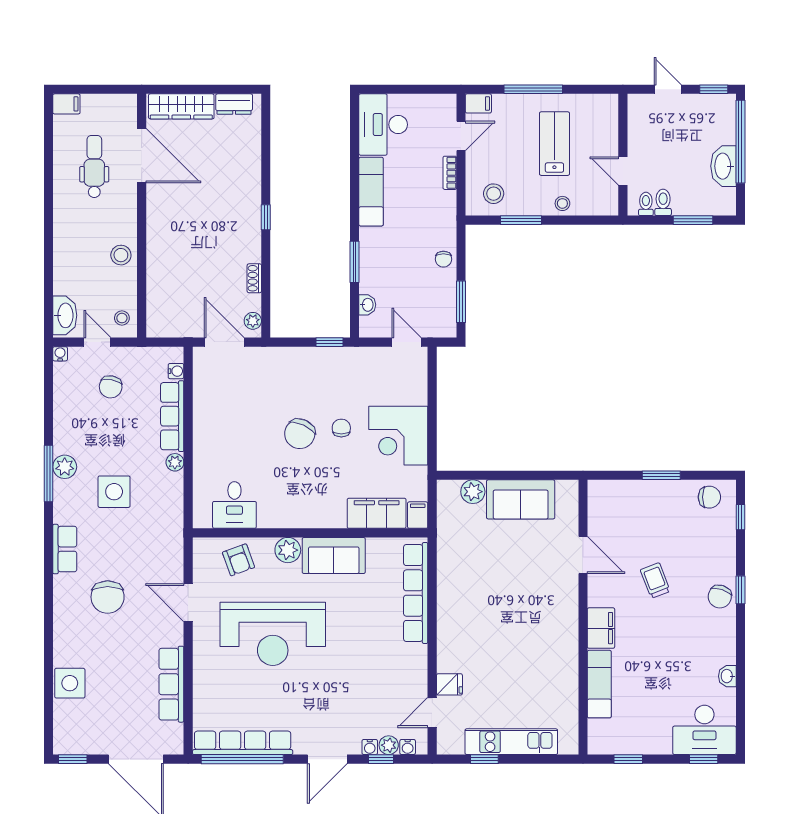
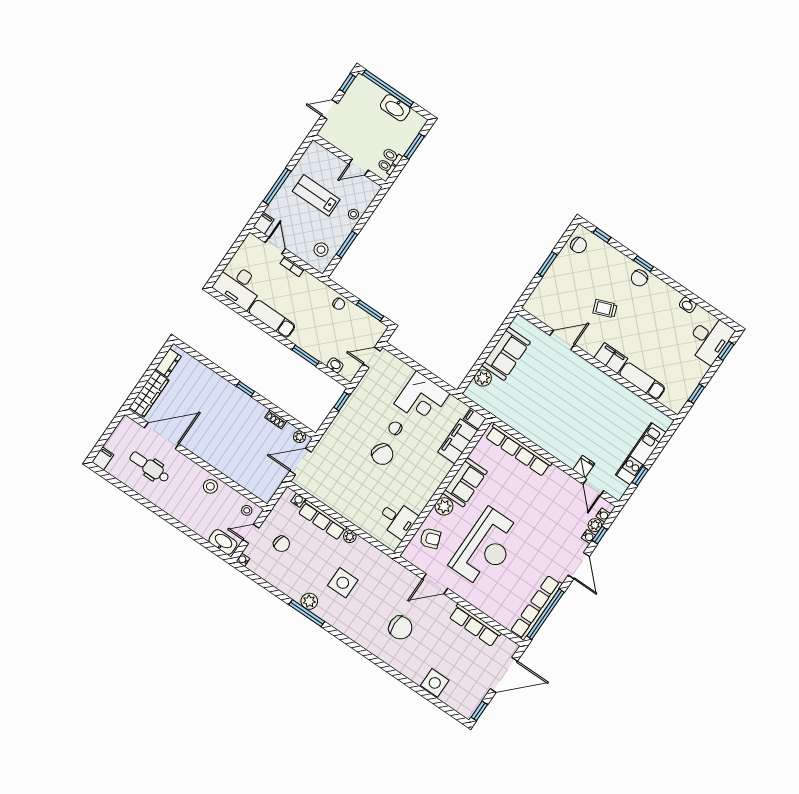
chair: (709, 497) -> (579, 245), turned 90
row of seats: (65, 549) -> (356, 633), removed
chair: (720, 597) -> (639, 278), turned 72

